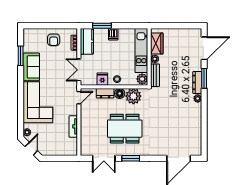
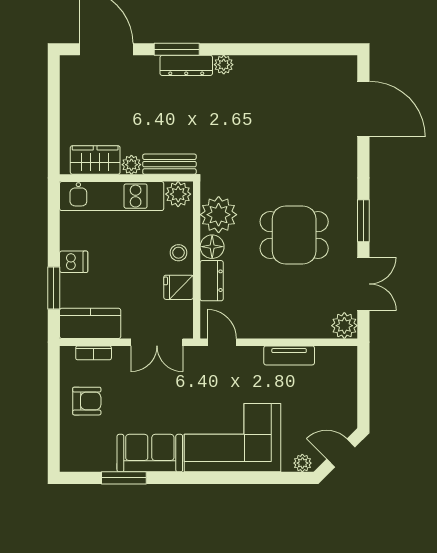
dining table: (125, 129) -> (294, 235), width x0.73
plant: (86, 150) -> (344, 326), added

